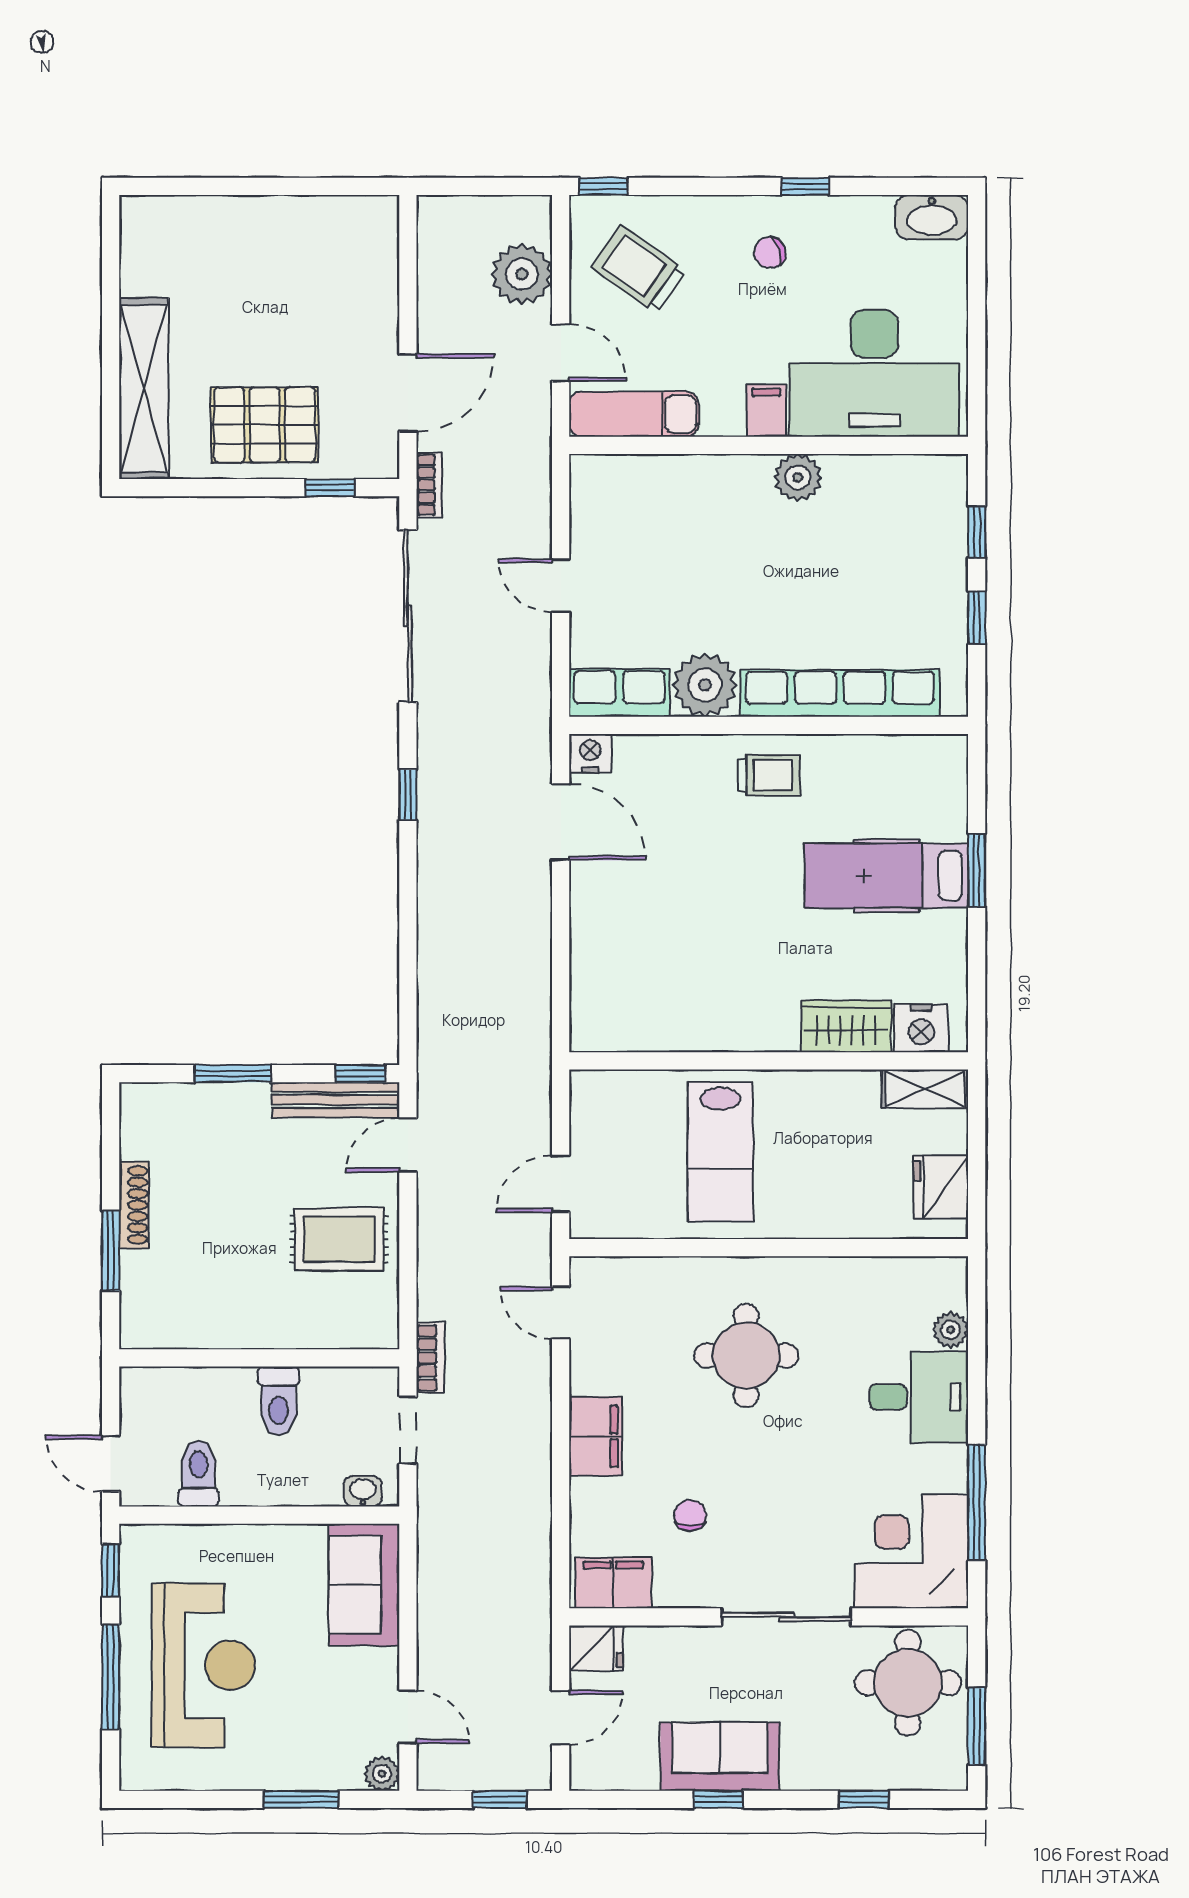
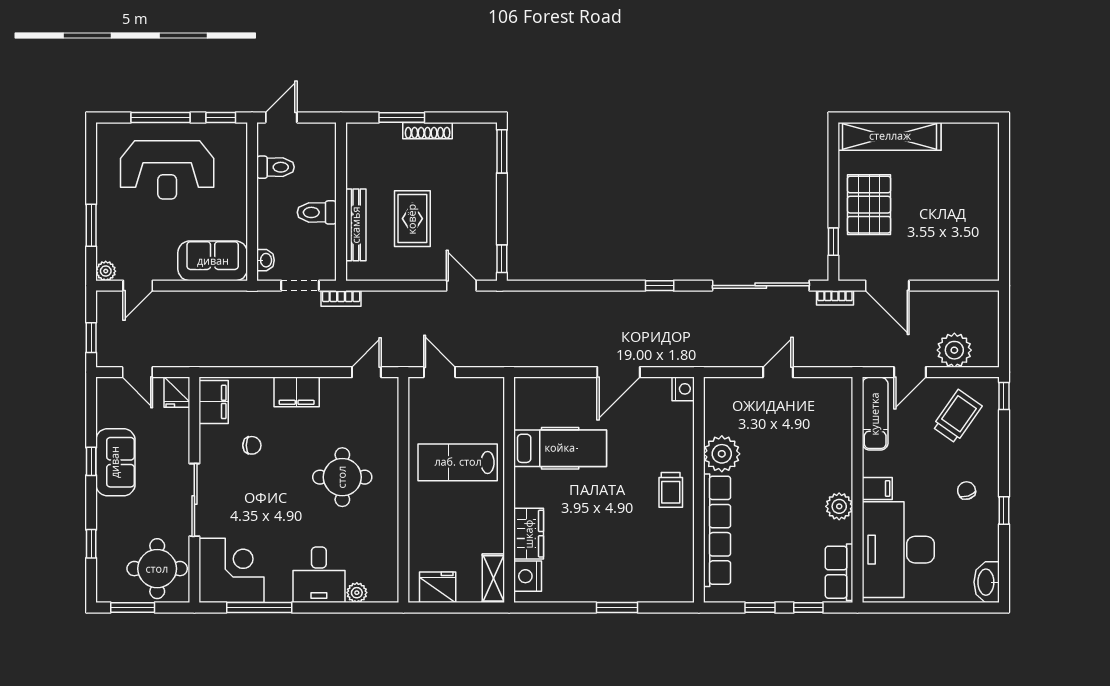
row of seats: (619, 693) -> (839, 572), moved, turned 180
door: (561, 822) -> (618, 372), moved
hospital bed: (886, 876) -> (560, 448), moved, turned 90
window: (233, 1074) -> (502, 151), moved
bench: (336, 1100) -> (356, 225), moved
rug: (339, 1239) -> (412, 219), moved

